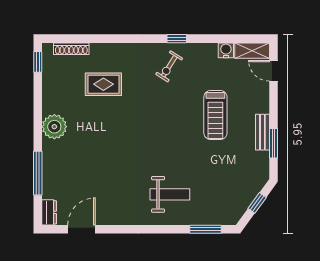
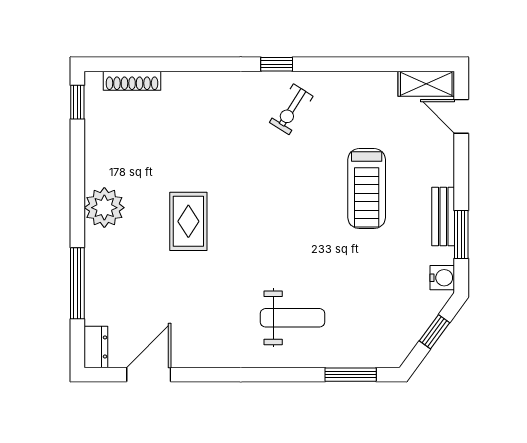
window: (177, 39) -> (277, 64), moved
water cooler: (226, 50) -> (442, 278), moved, turned 90
rug: (103, 84) -> (188, 221), moved, turned 90

